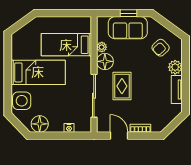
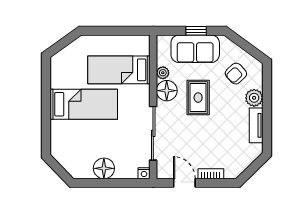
rug: (122, 86) -> (198, 98), moved
side table: (22, 101) -> (63, 139), removed
floor lamp: (40, 124) -> (104, 168), moved
nightstand: (69, 128) -> (144, 173), moved

